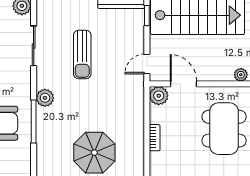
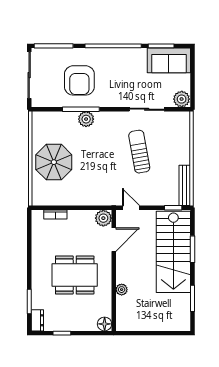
sun lounger: (82, 54) -> (139, 152), turned 80
plant: (45, 98) -> (86, 119), moved
bookcase: (155, 138) -> (55, 215), moved

